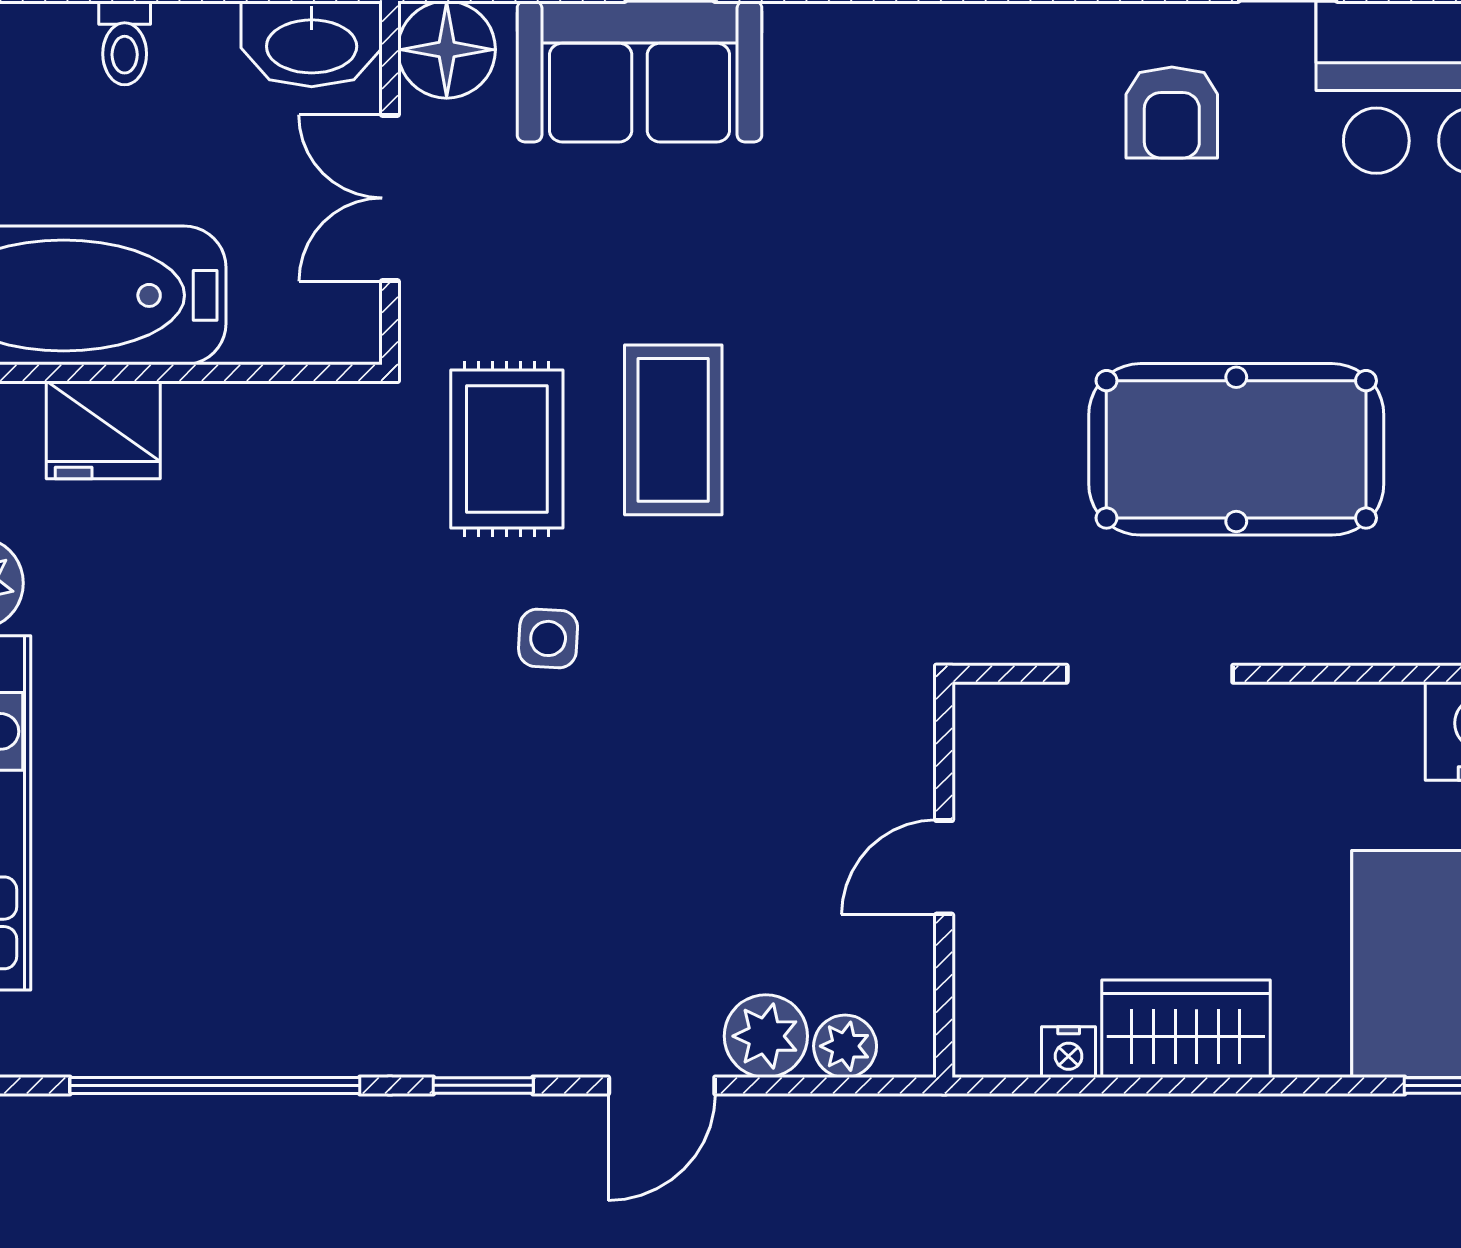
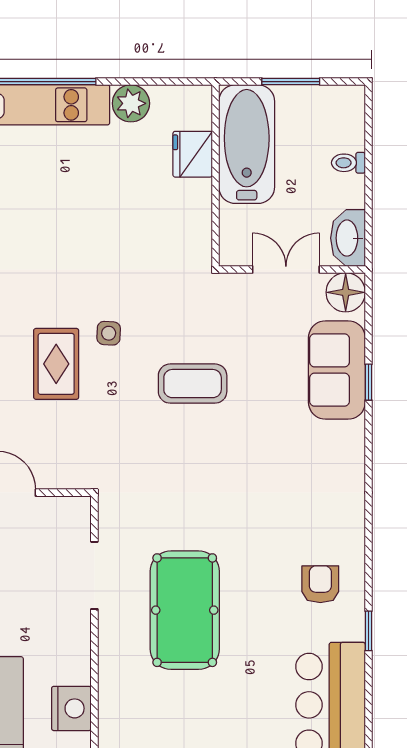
armchair: (1172, 112) -> (320, 584), turned 90
rug: (507, 449) -> (56, 364), moved, turned 90

